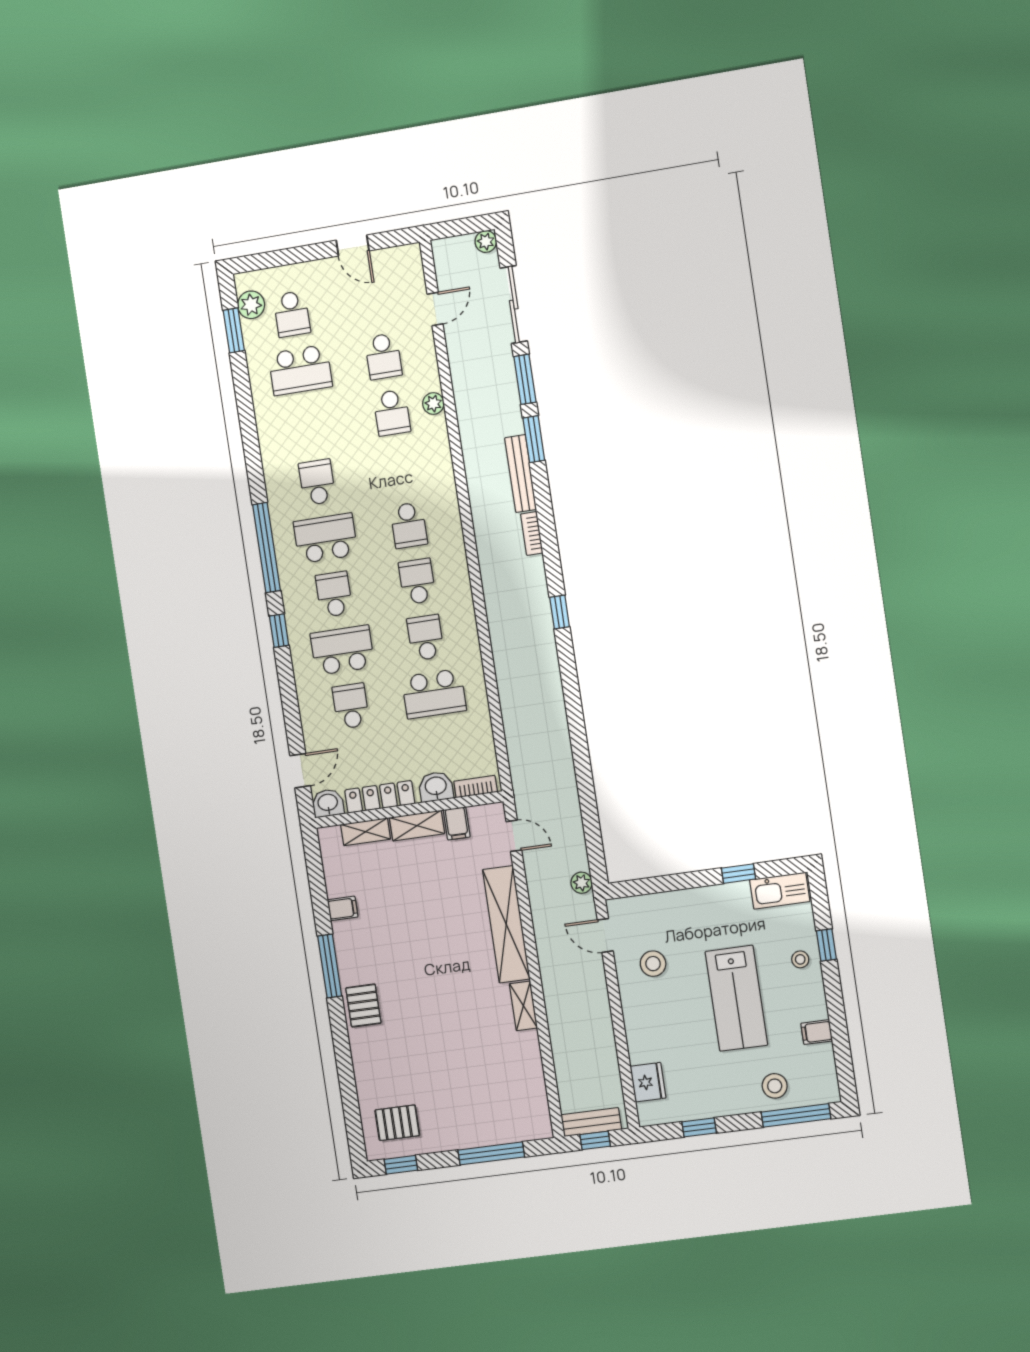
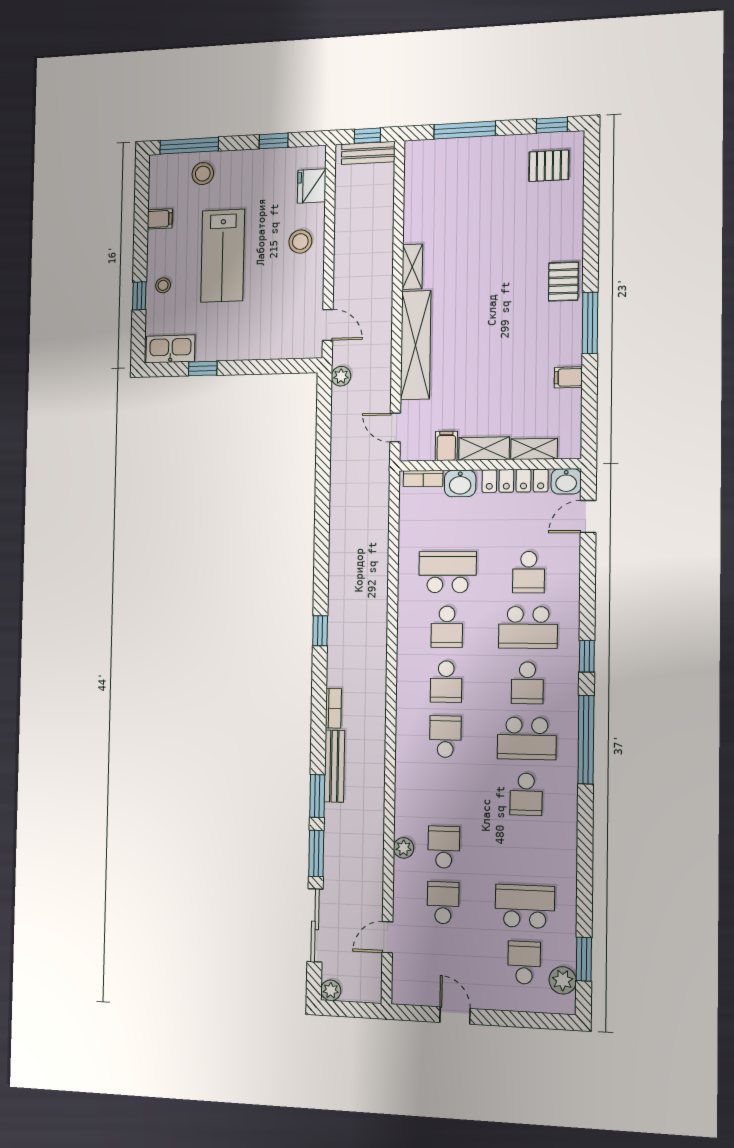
stool: (653, 964) -> (300, 242), moved
lab bench: (736, 998) -> (223, 256), turned 180

